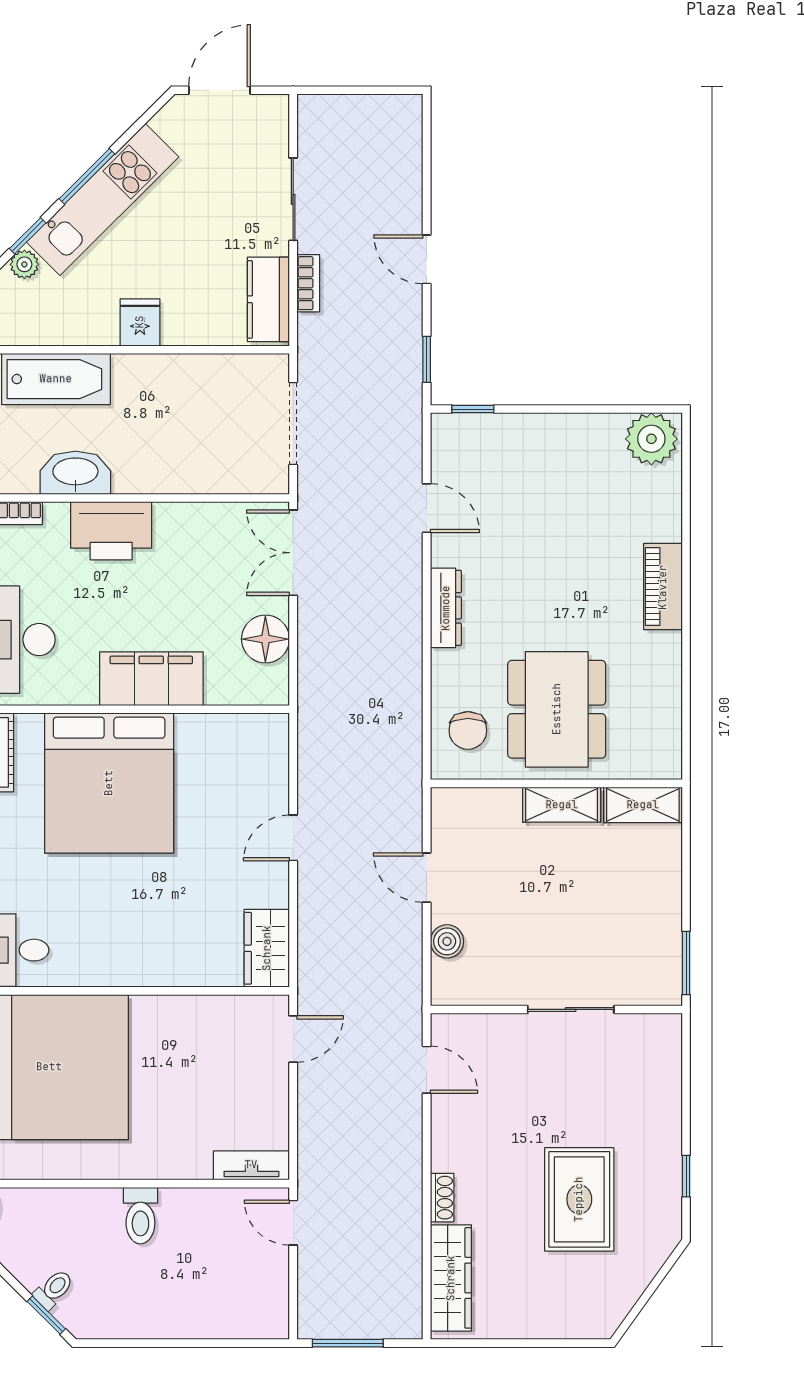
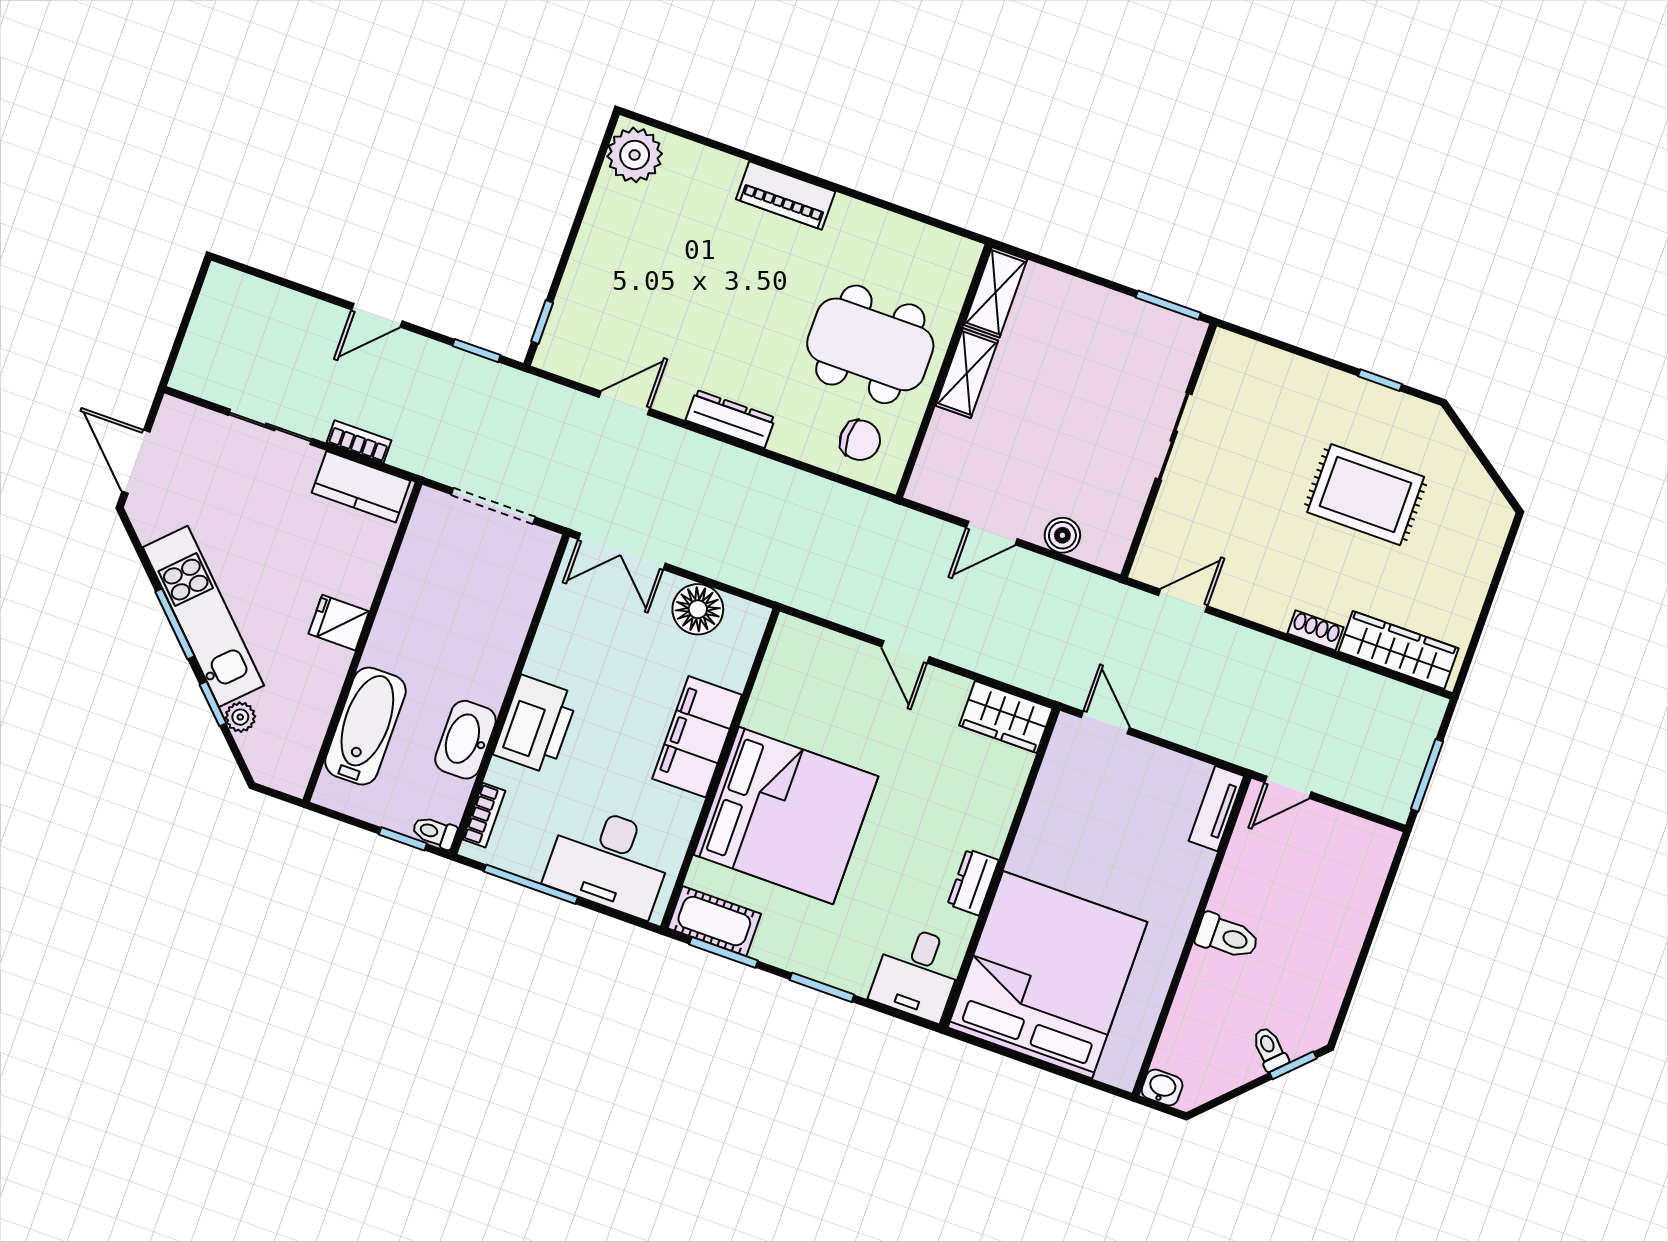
dresser: (109, 971) -> (973, 882), added

